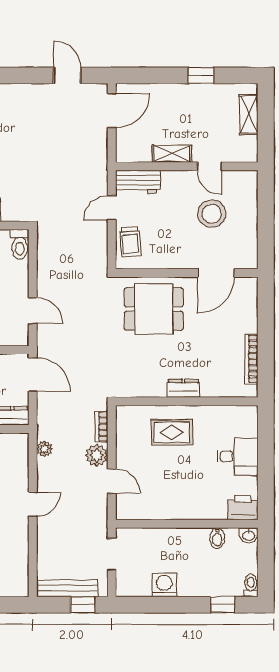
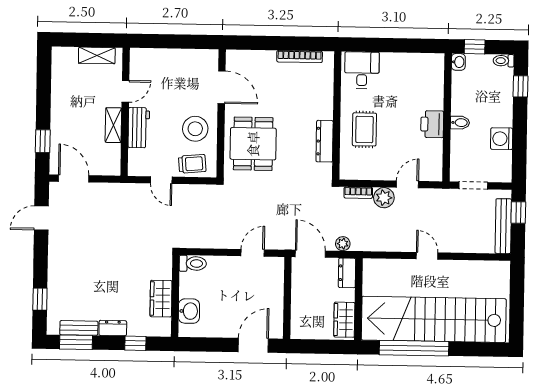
window: (201, 75) -> (43, 141), moved
shelving: (249, 114) -> (97, 55), moved
workbench: (138, 182) -> (139, 128), moved
stool: (212, 214) -> (195, 129), moved
door: (33, 375) -> (310, 254), hinge flipped
dresser: (183, 388) -> (325, 141), moved, width x1.44
plant: (45, 449) -> (343, 244), moved
desk: (238, 456) -> (362, 70), moved
printer: (243, 507) -> (432, 124), moved
bidet: (217, 538) -> (460, 123), moved
window: (266, 553) -> (475, 47), added

